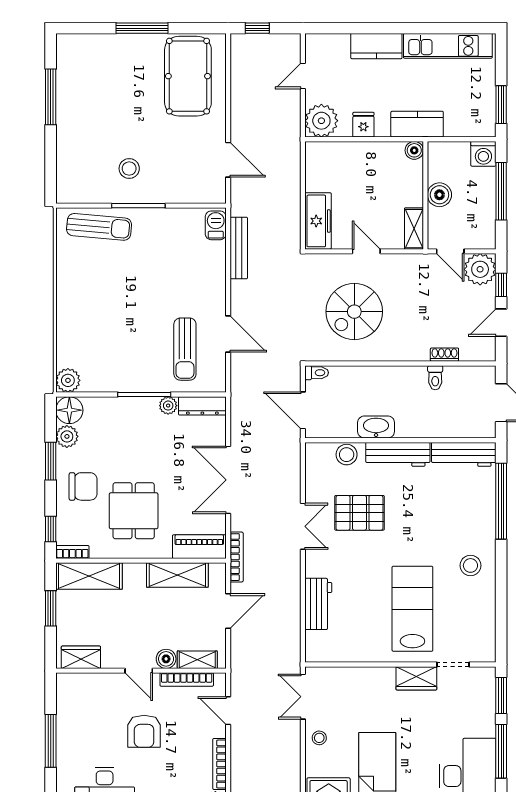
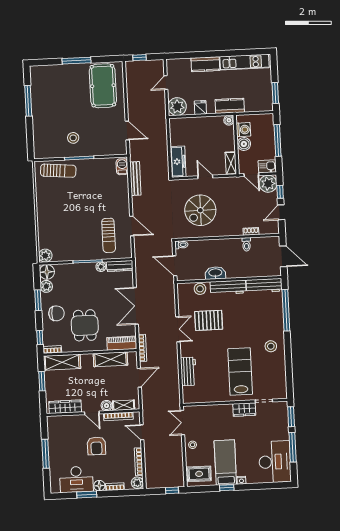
washing machine: (483, 154) -> (243, 130), moved, turned -90
kitchen sink: (480, 238) -> (267, 166), added
wardrobe: (81, 657) -> (65, 407), width x1.50

